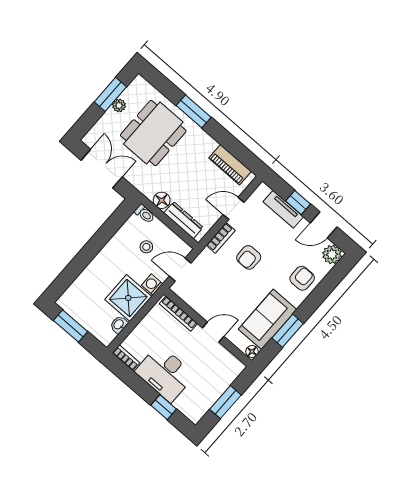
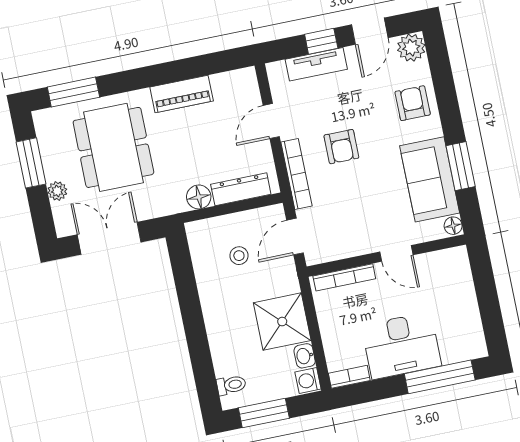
plant: (119, 106) -> (57, 191), moved
window: (194, 111) -> (73, 92), moved
piano: (230, 165) -> (182, 94), moved
toilet: (145, 214) -> (231, 385), moved
bookcase: (221, 238) -> (296, 174), width x1.56
washing machine: (152, 285) -> (308, 380), moved
door: (213, 332) -> (396, 253), swing flipped
window: (225, 402) -> (488, 301), removed
window: (164, 407) -> (440, 377), width x2.17

